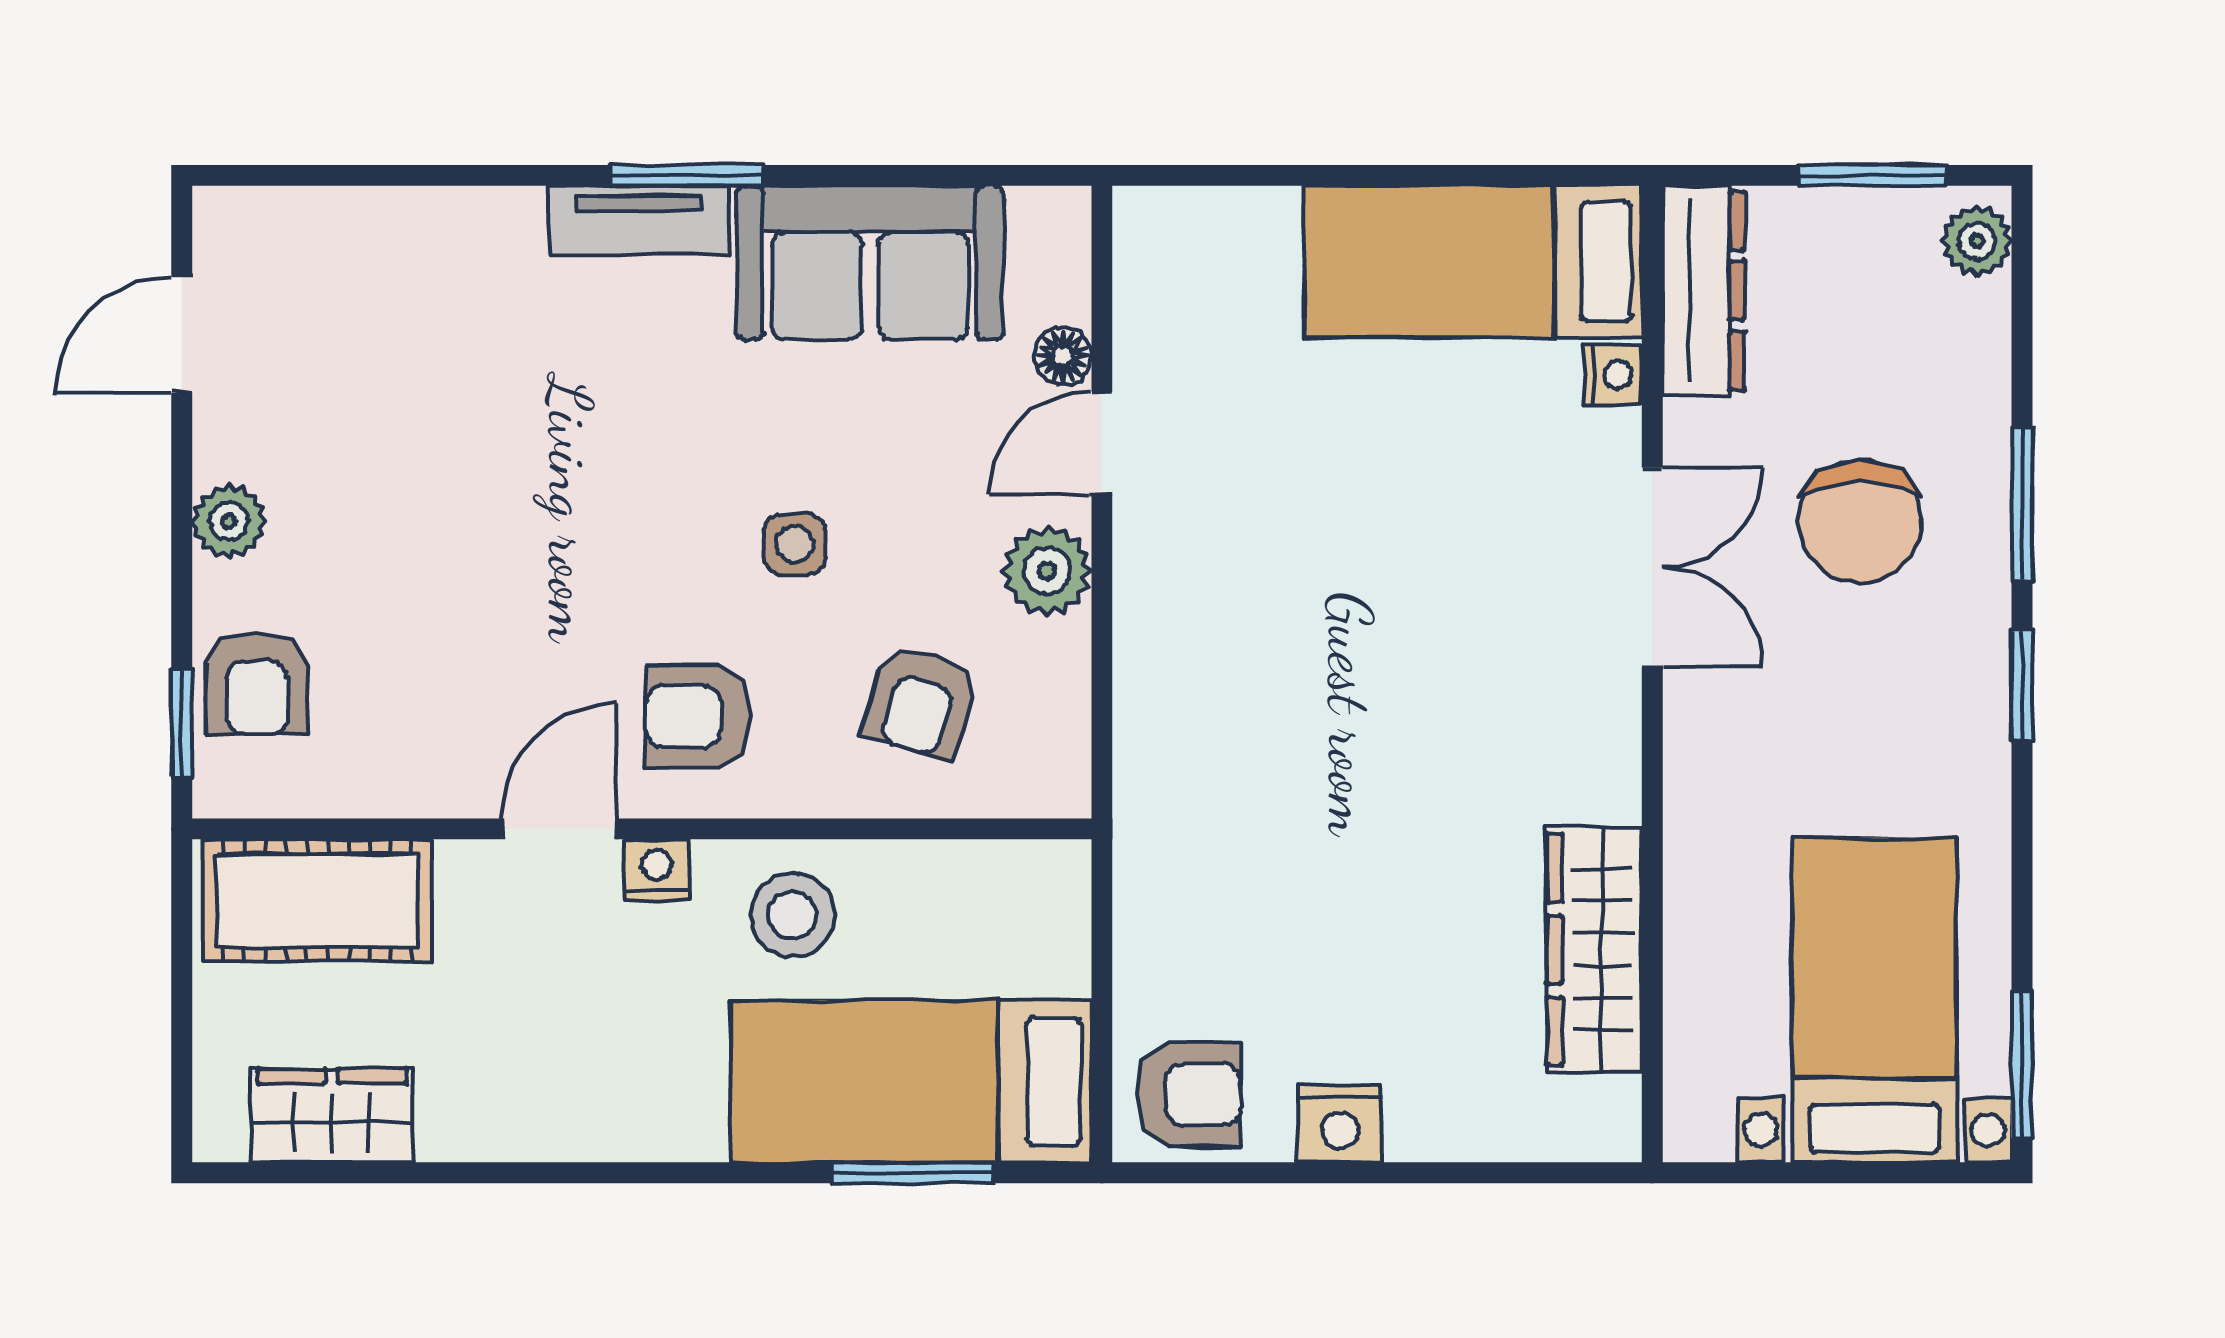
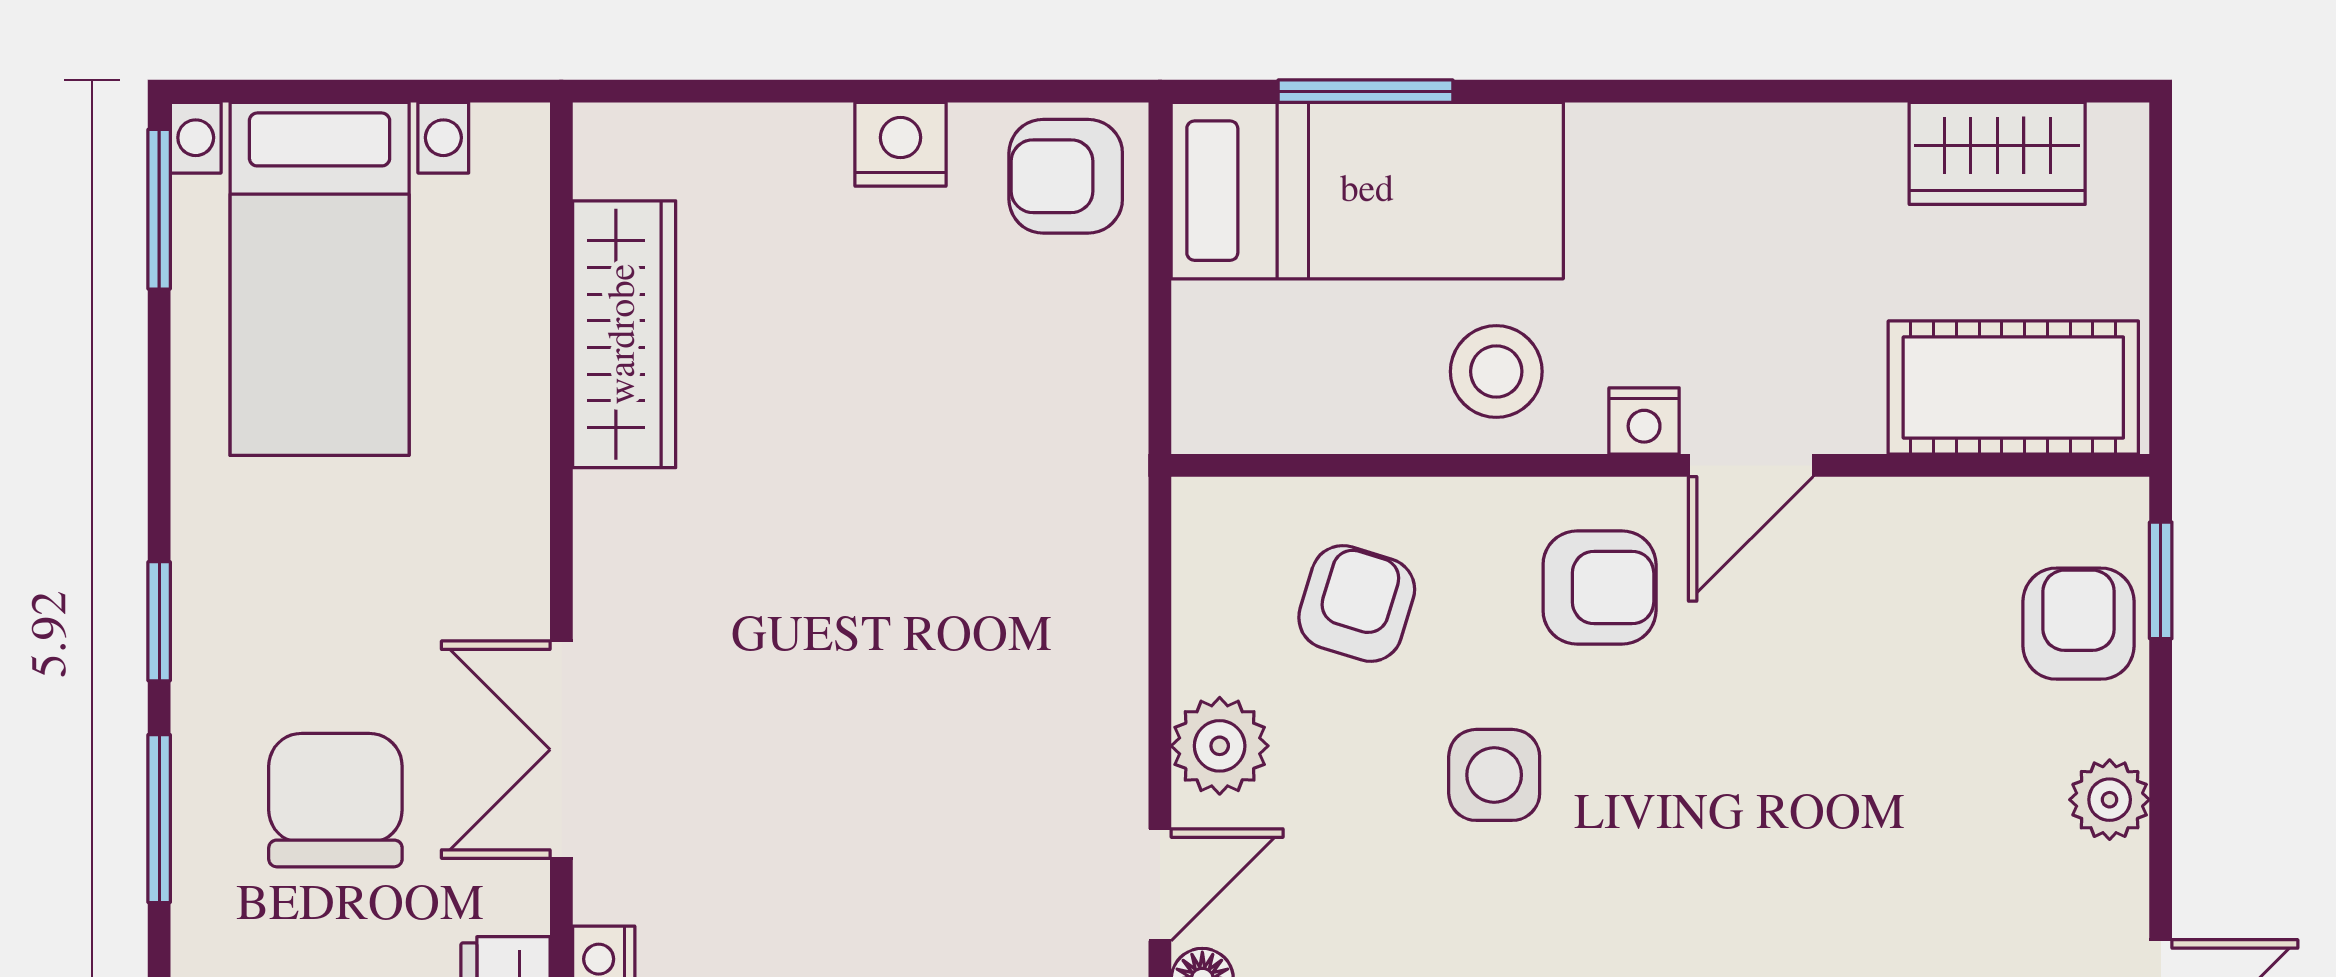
side table: (795, 544) -> (1494, 775), width x1.37, depth x1.37

